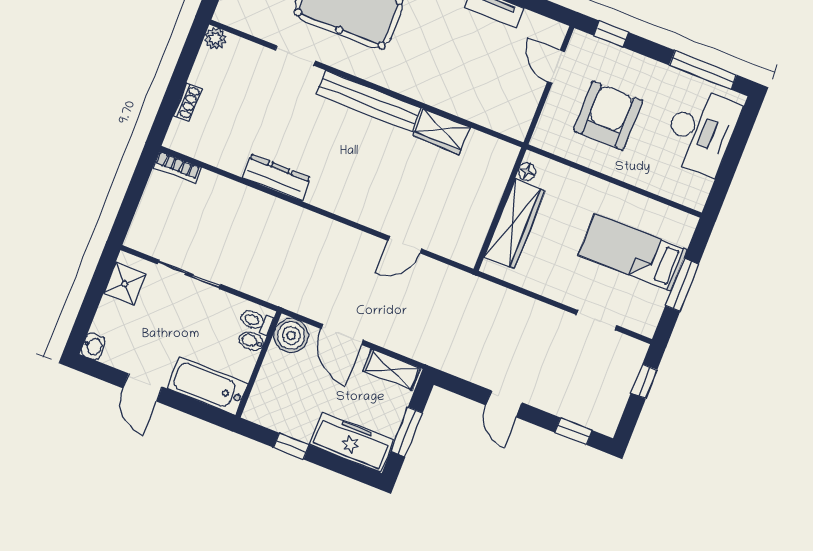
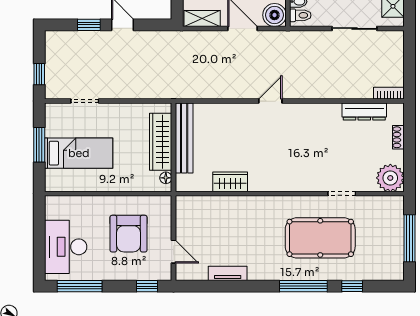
plant: (215, 38) -> (390, 178), width x1.88, depth x1.88
bench: (369, 101) -> (184, 138), moved, turned 90
dresser: (277, 178) -> (364, 112), moved
door: (405, 245) -> (270, 101), moved
window: (573, 431) -> (89, 25), moved

